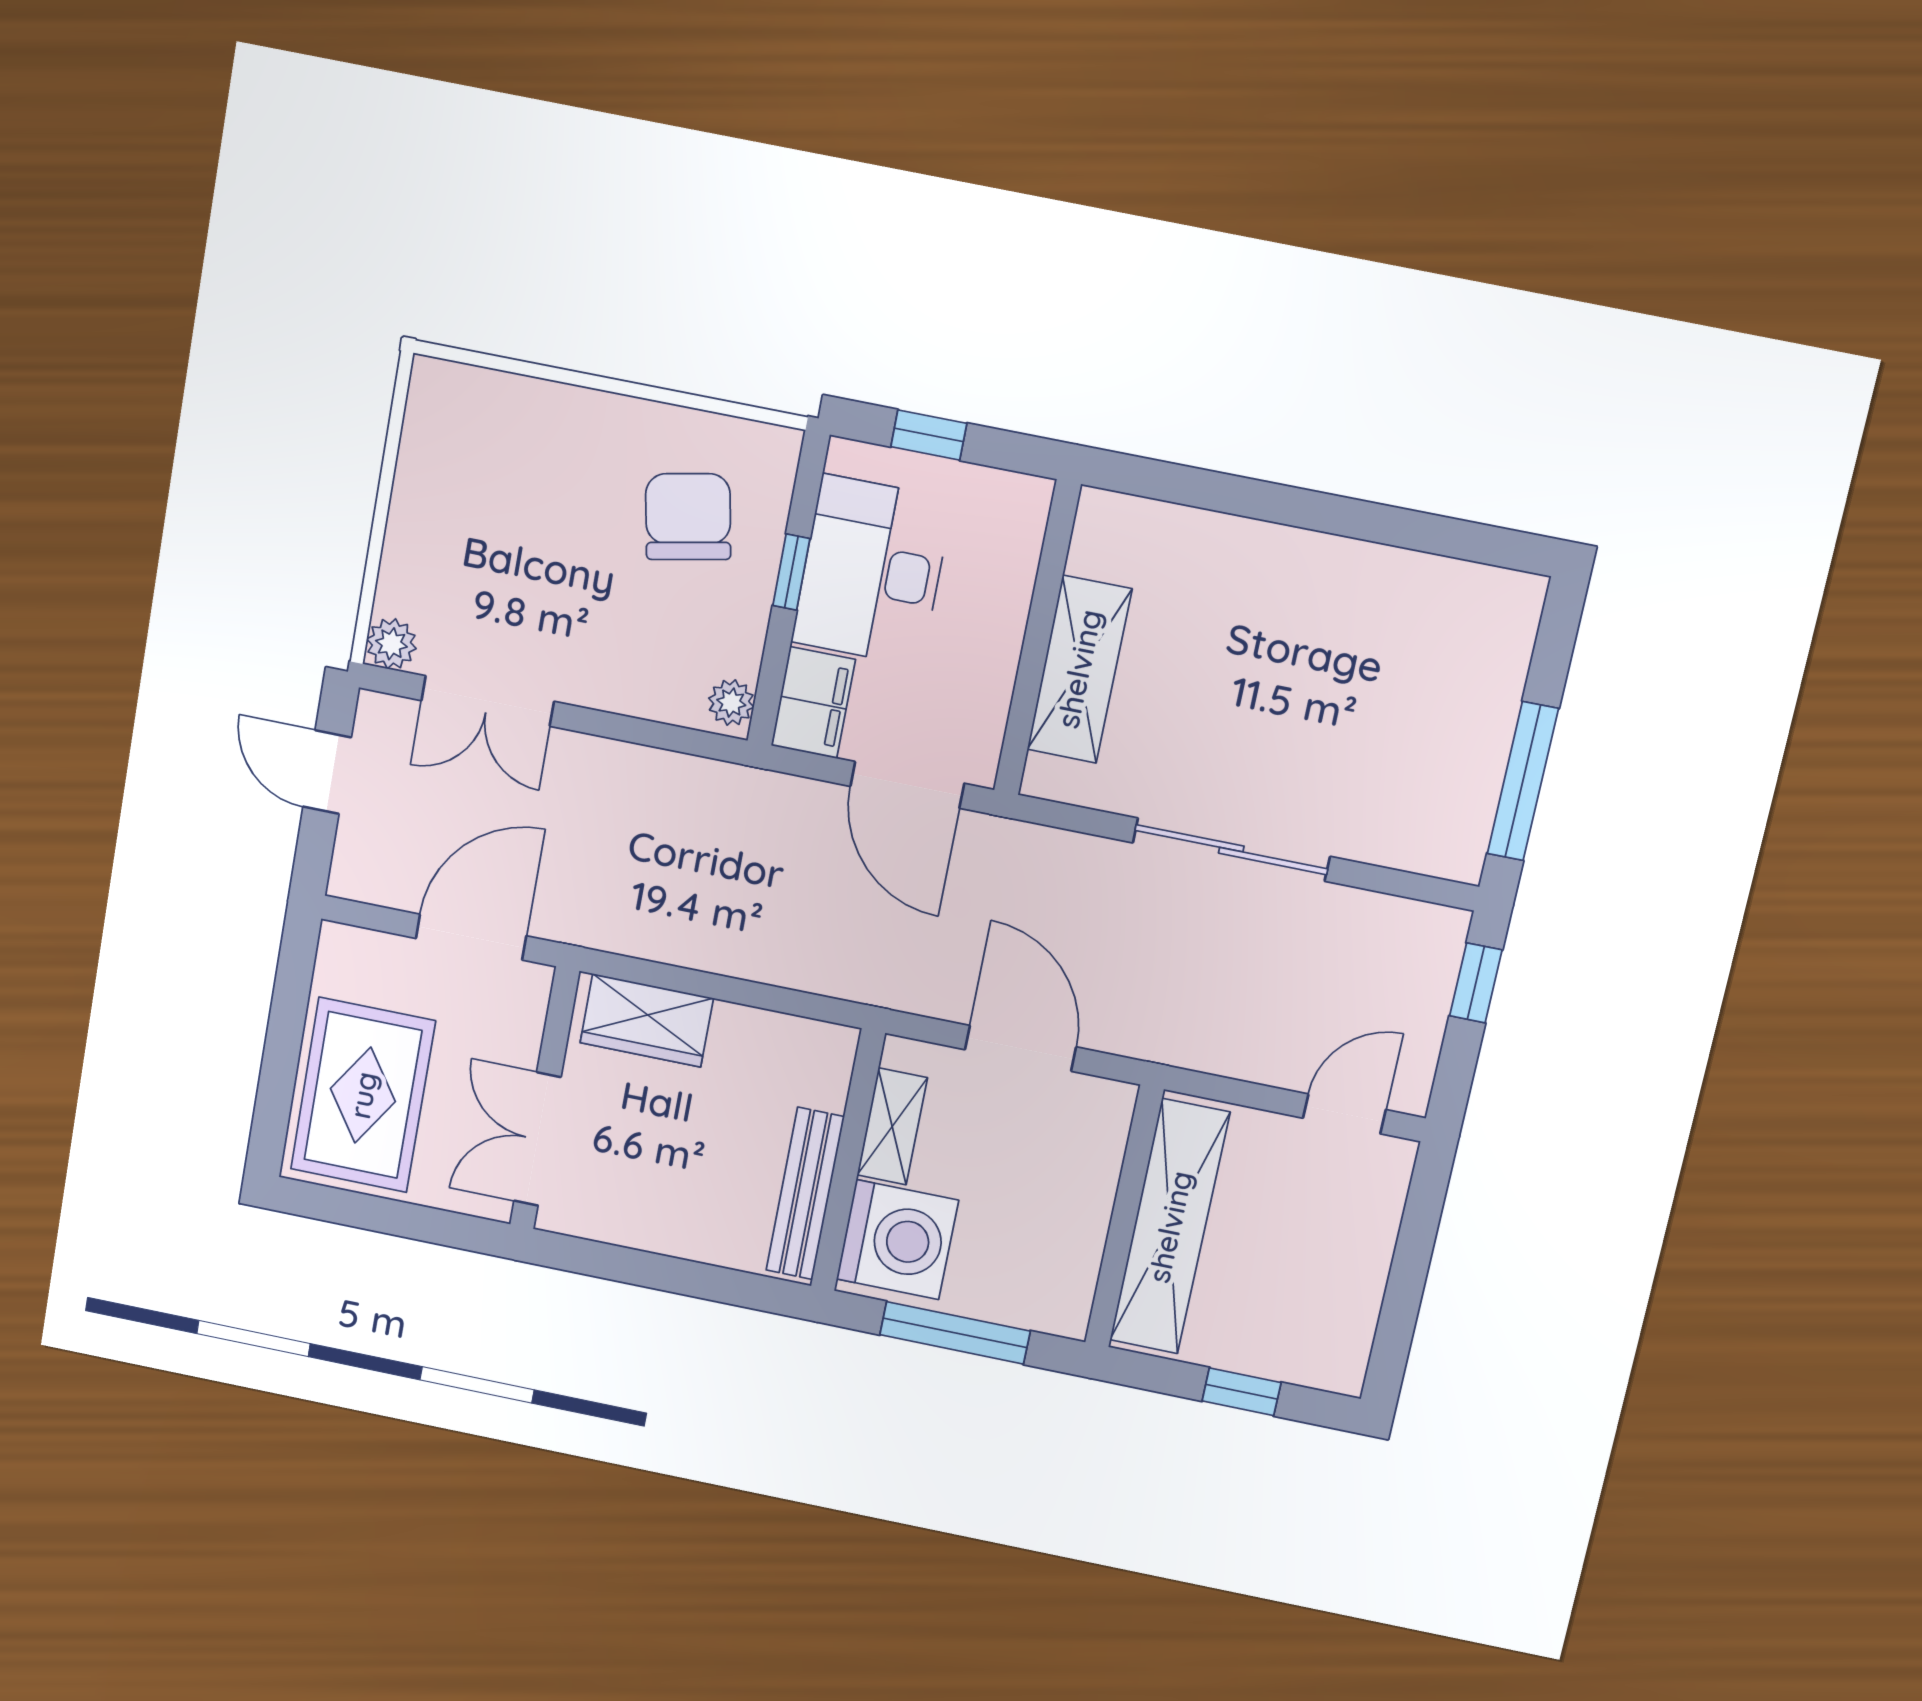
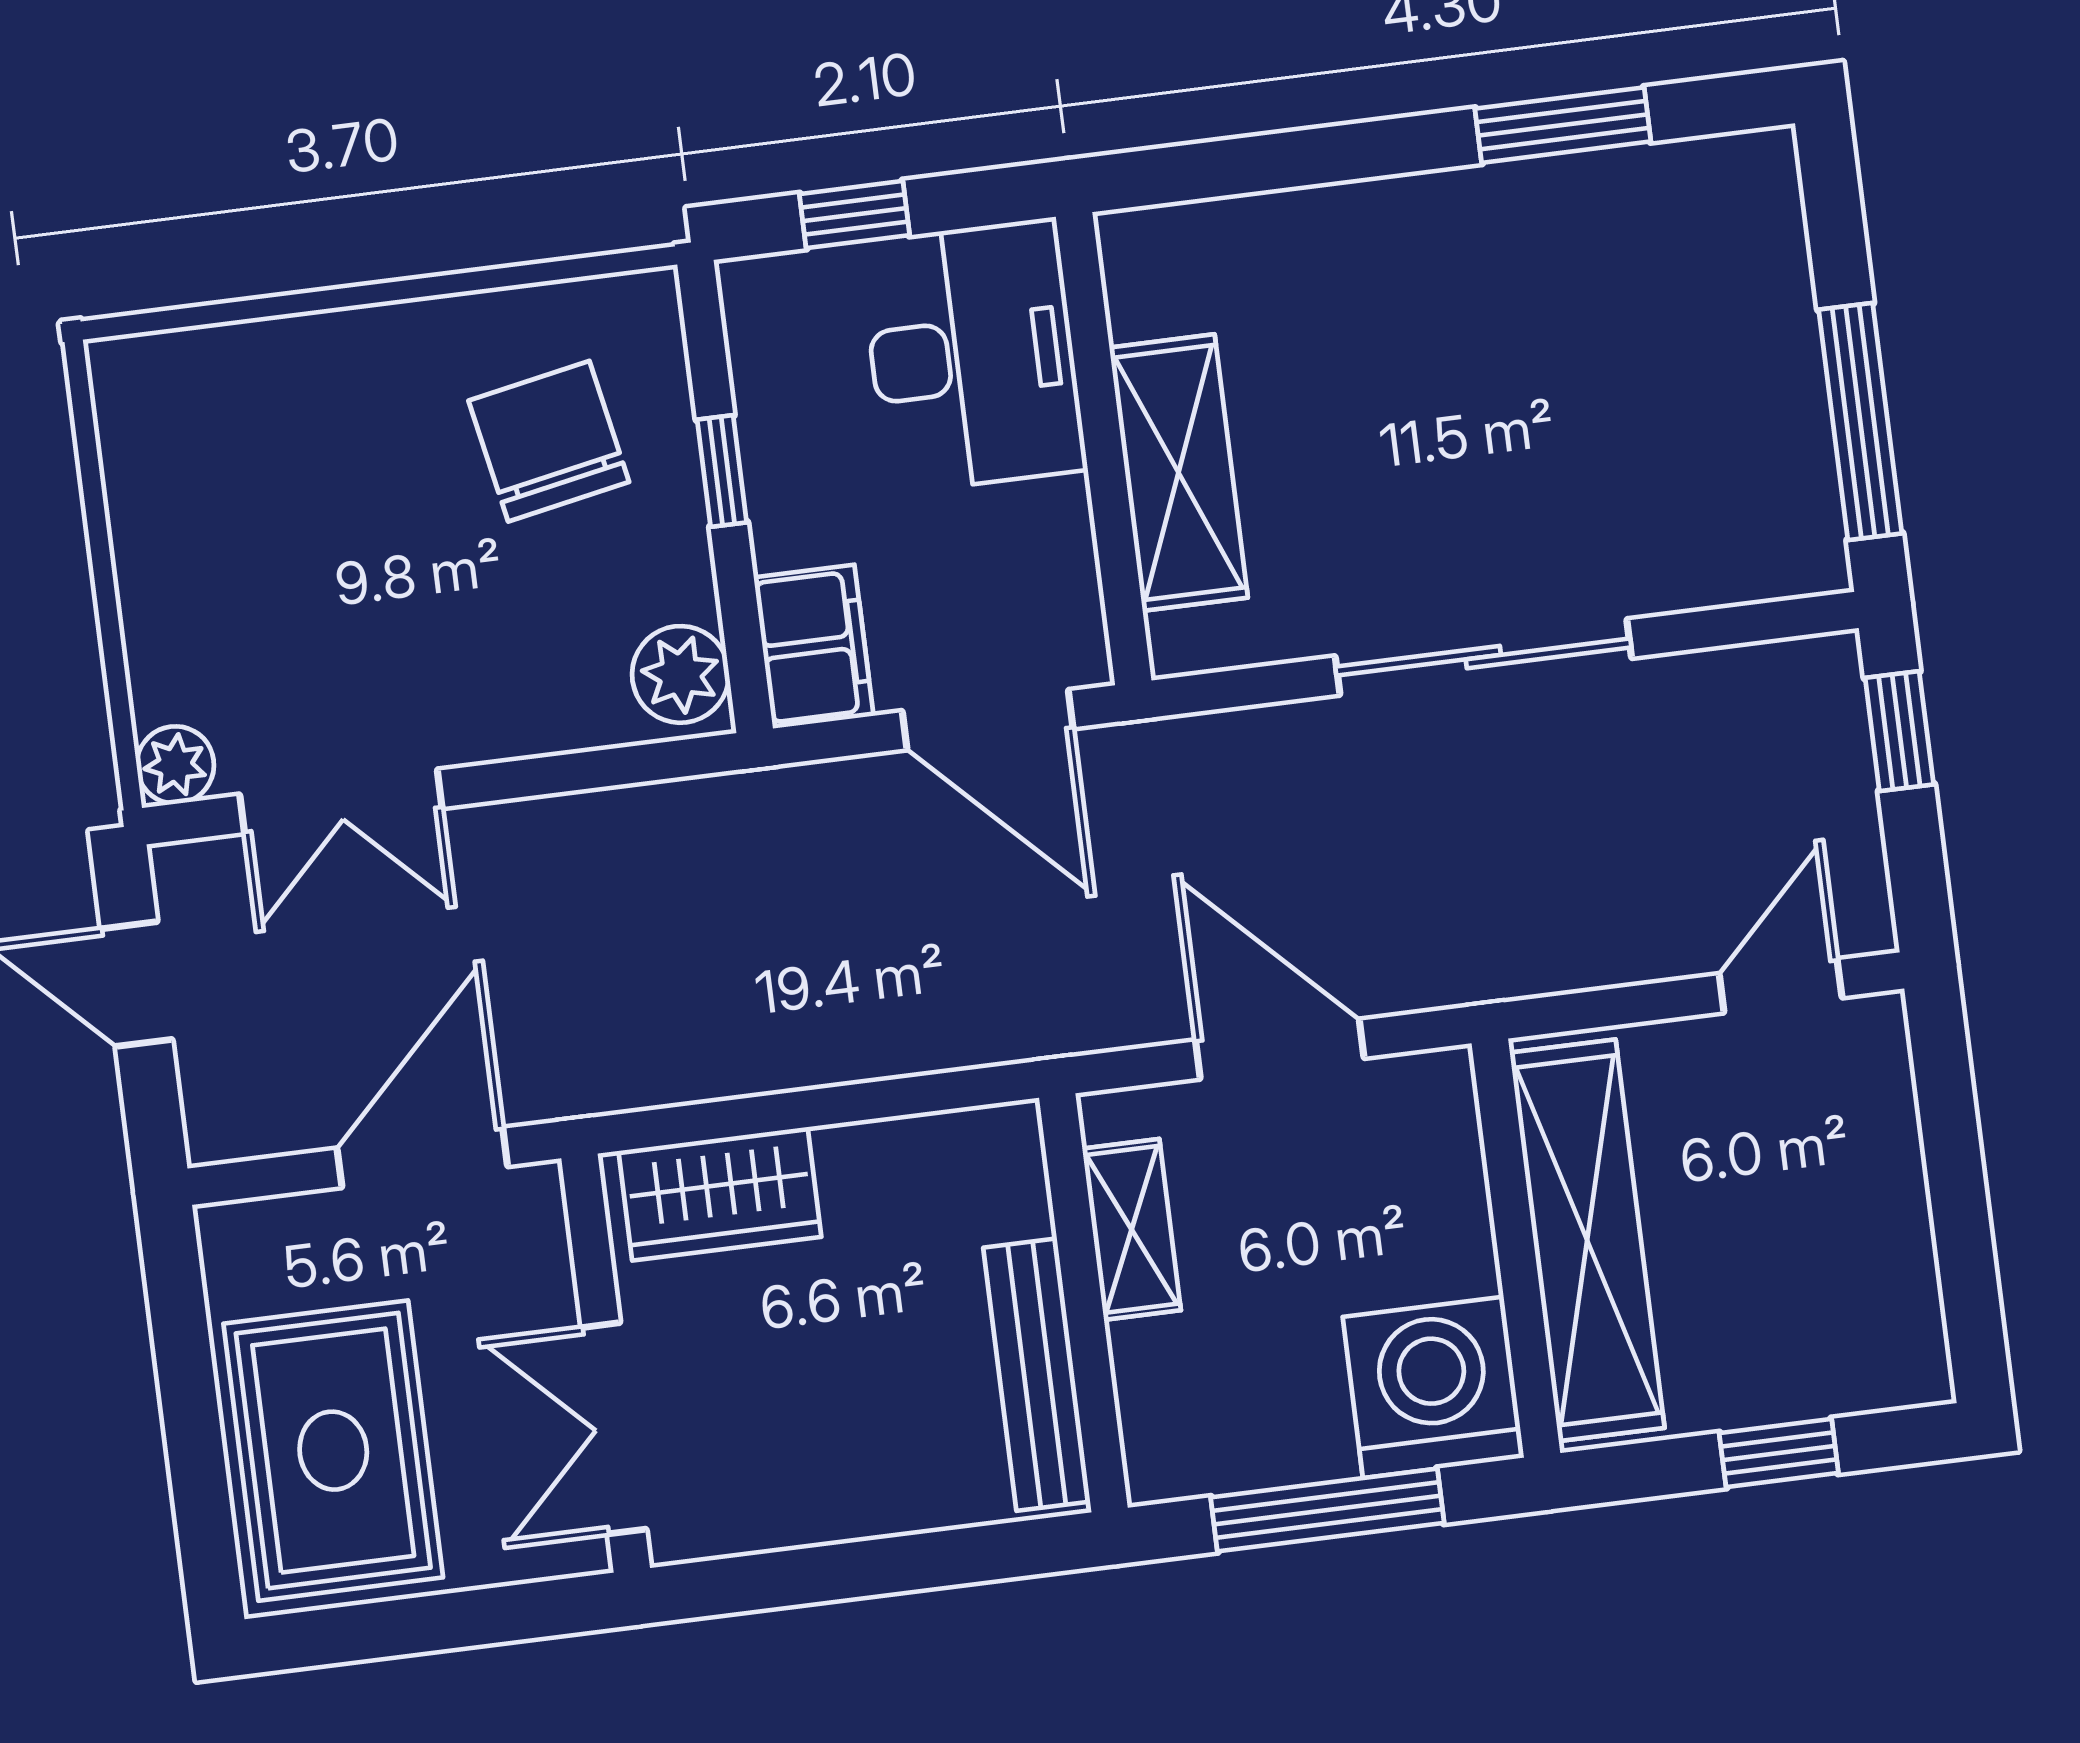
window: (1402, 528) -> (1563, 125), added
desk: (872, 571) -> (973, 356), moved, turned 180
plant: (731, 703) -> (680, 674), width x1.38, depth x1.38
washing machine: (897, 1240) -> (1433, 1387), moved, turned -90

